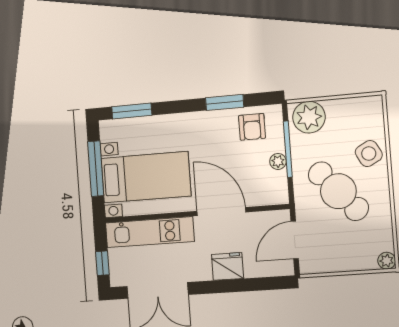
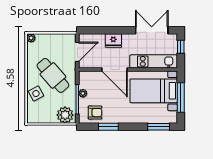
armchair: (252, 127) -> (95, 113), turned 90

